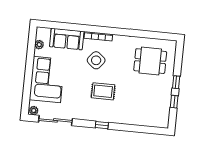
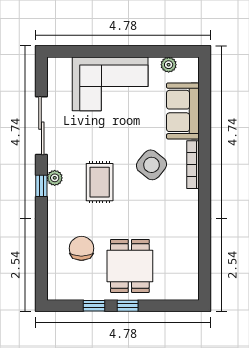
dining table: (150, 61) -> (130, 266), moved
chair: (140, 106) -> (81, 248), added
plant: (34, 111) -> (55, 178), moved
sliding door: (55, 120) -> (41, 126), moved

